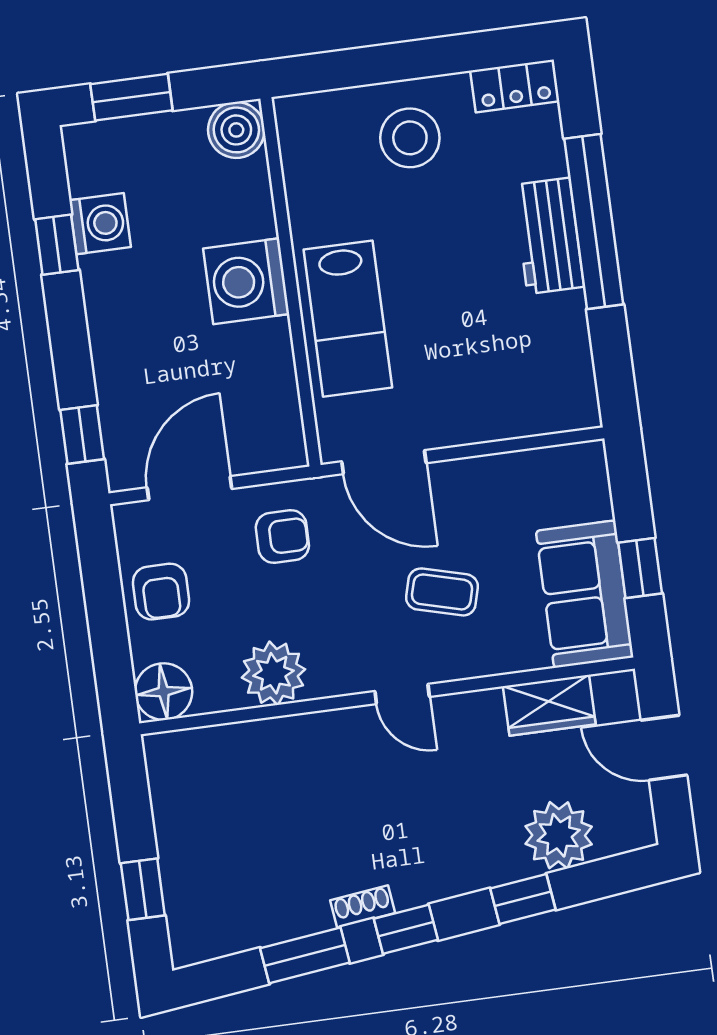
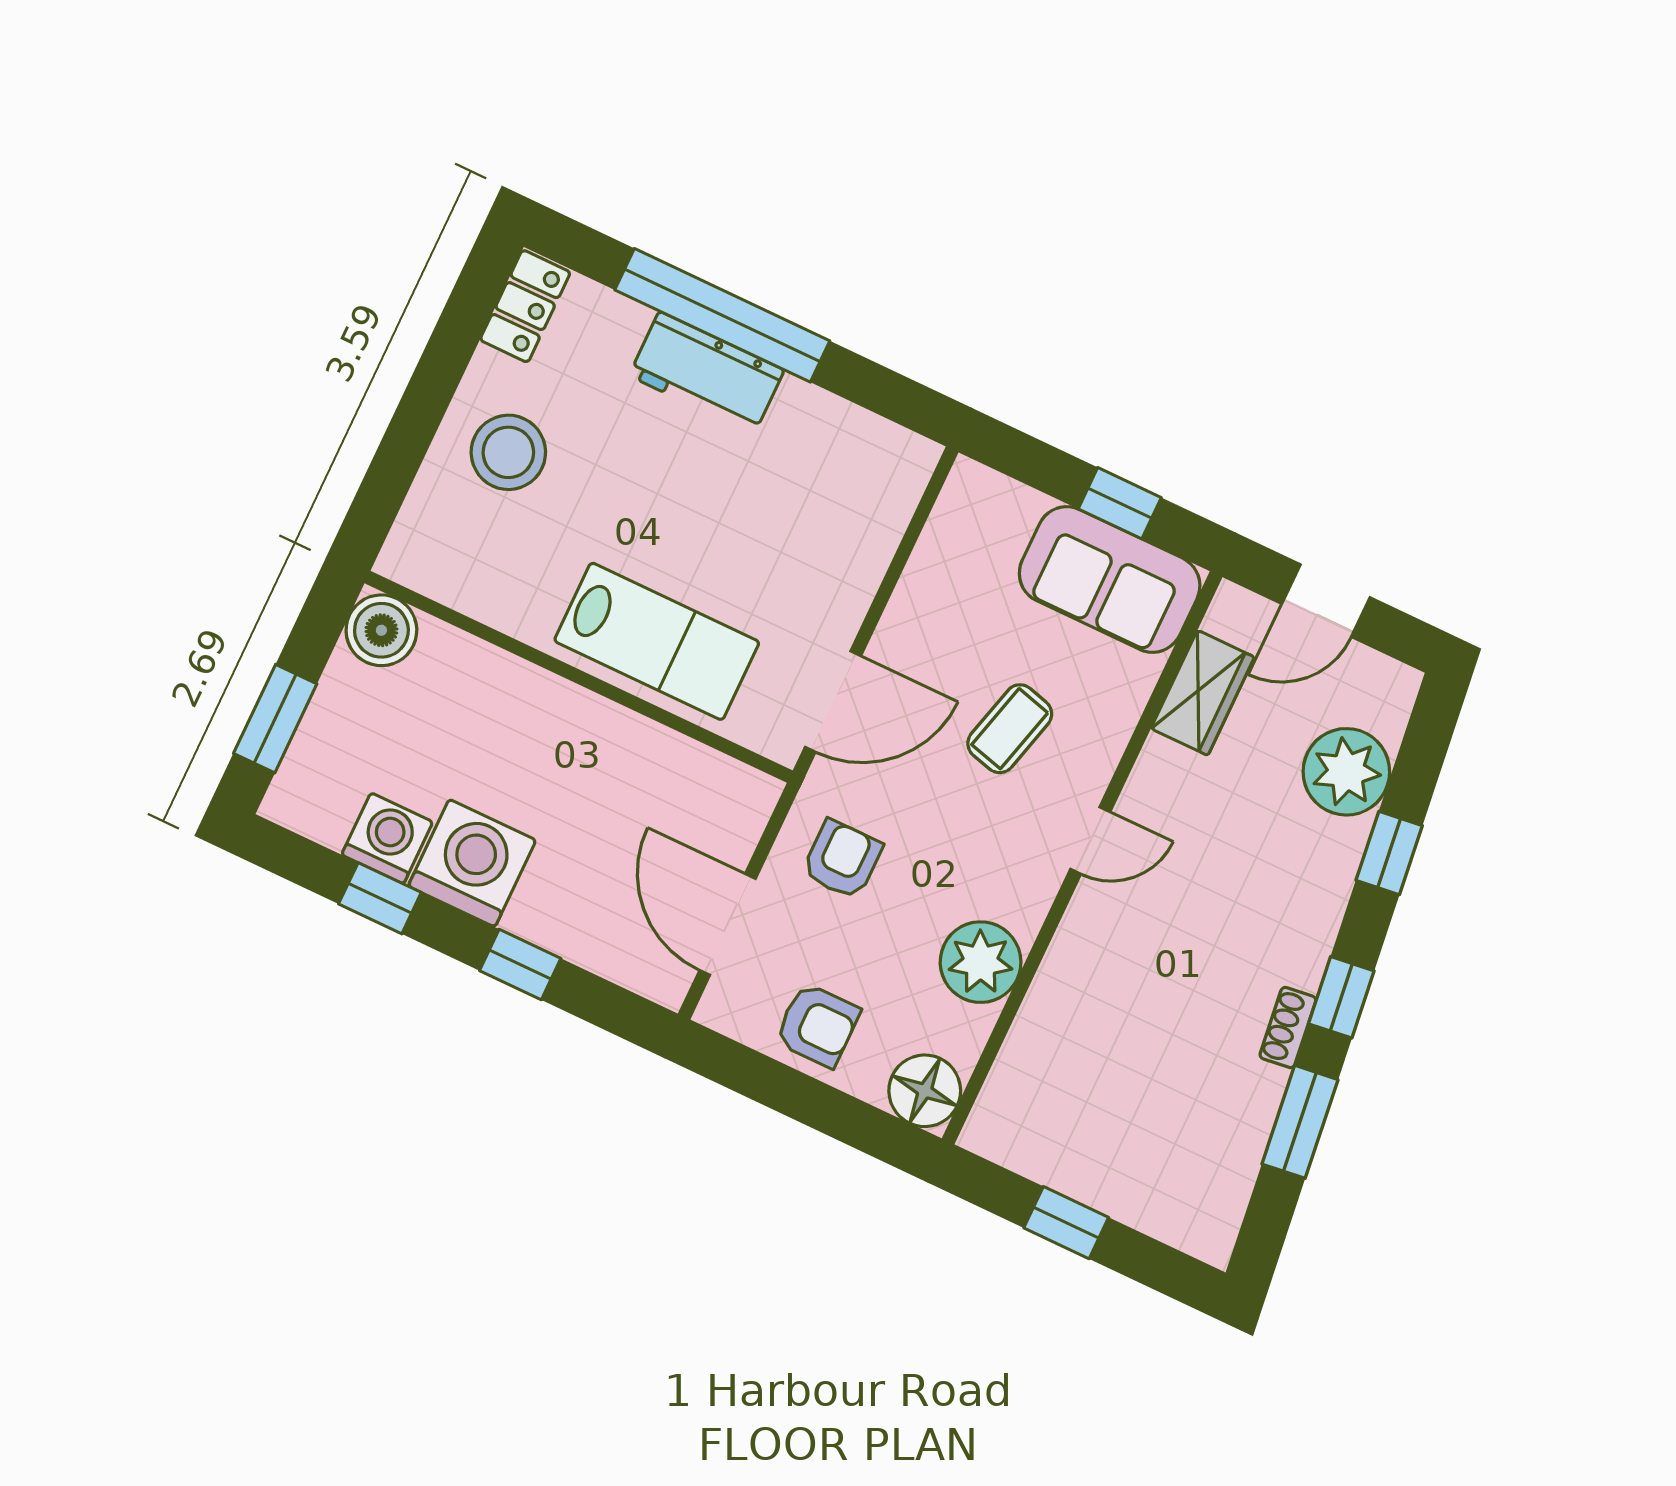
washing machine: (246, 281) -> (472, 863), moved, turned 180
window: (82, 435) -> (520, 965), moved
window: (143, 889) -> (1066, 1223), moved

